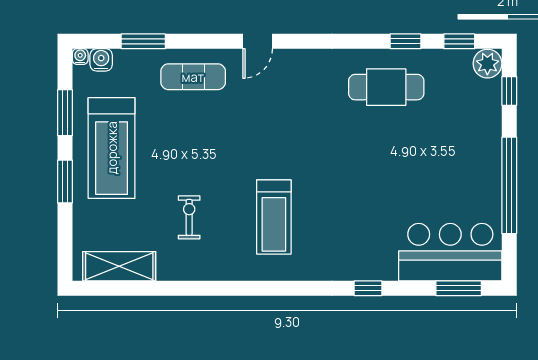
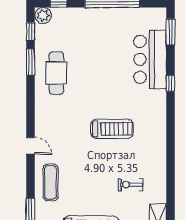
window: (405, 41) -> (30, 62), width x1.50
treadmill: (274, 217) -> (112, 129), moved
bar counter: (450, 252) -> (150, 59), moved

